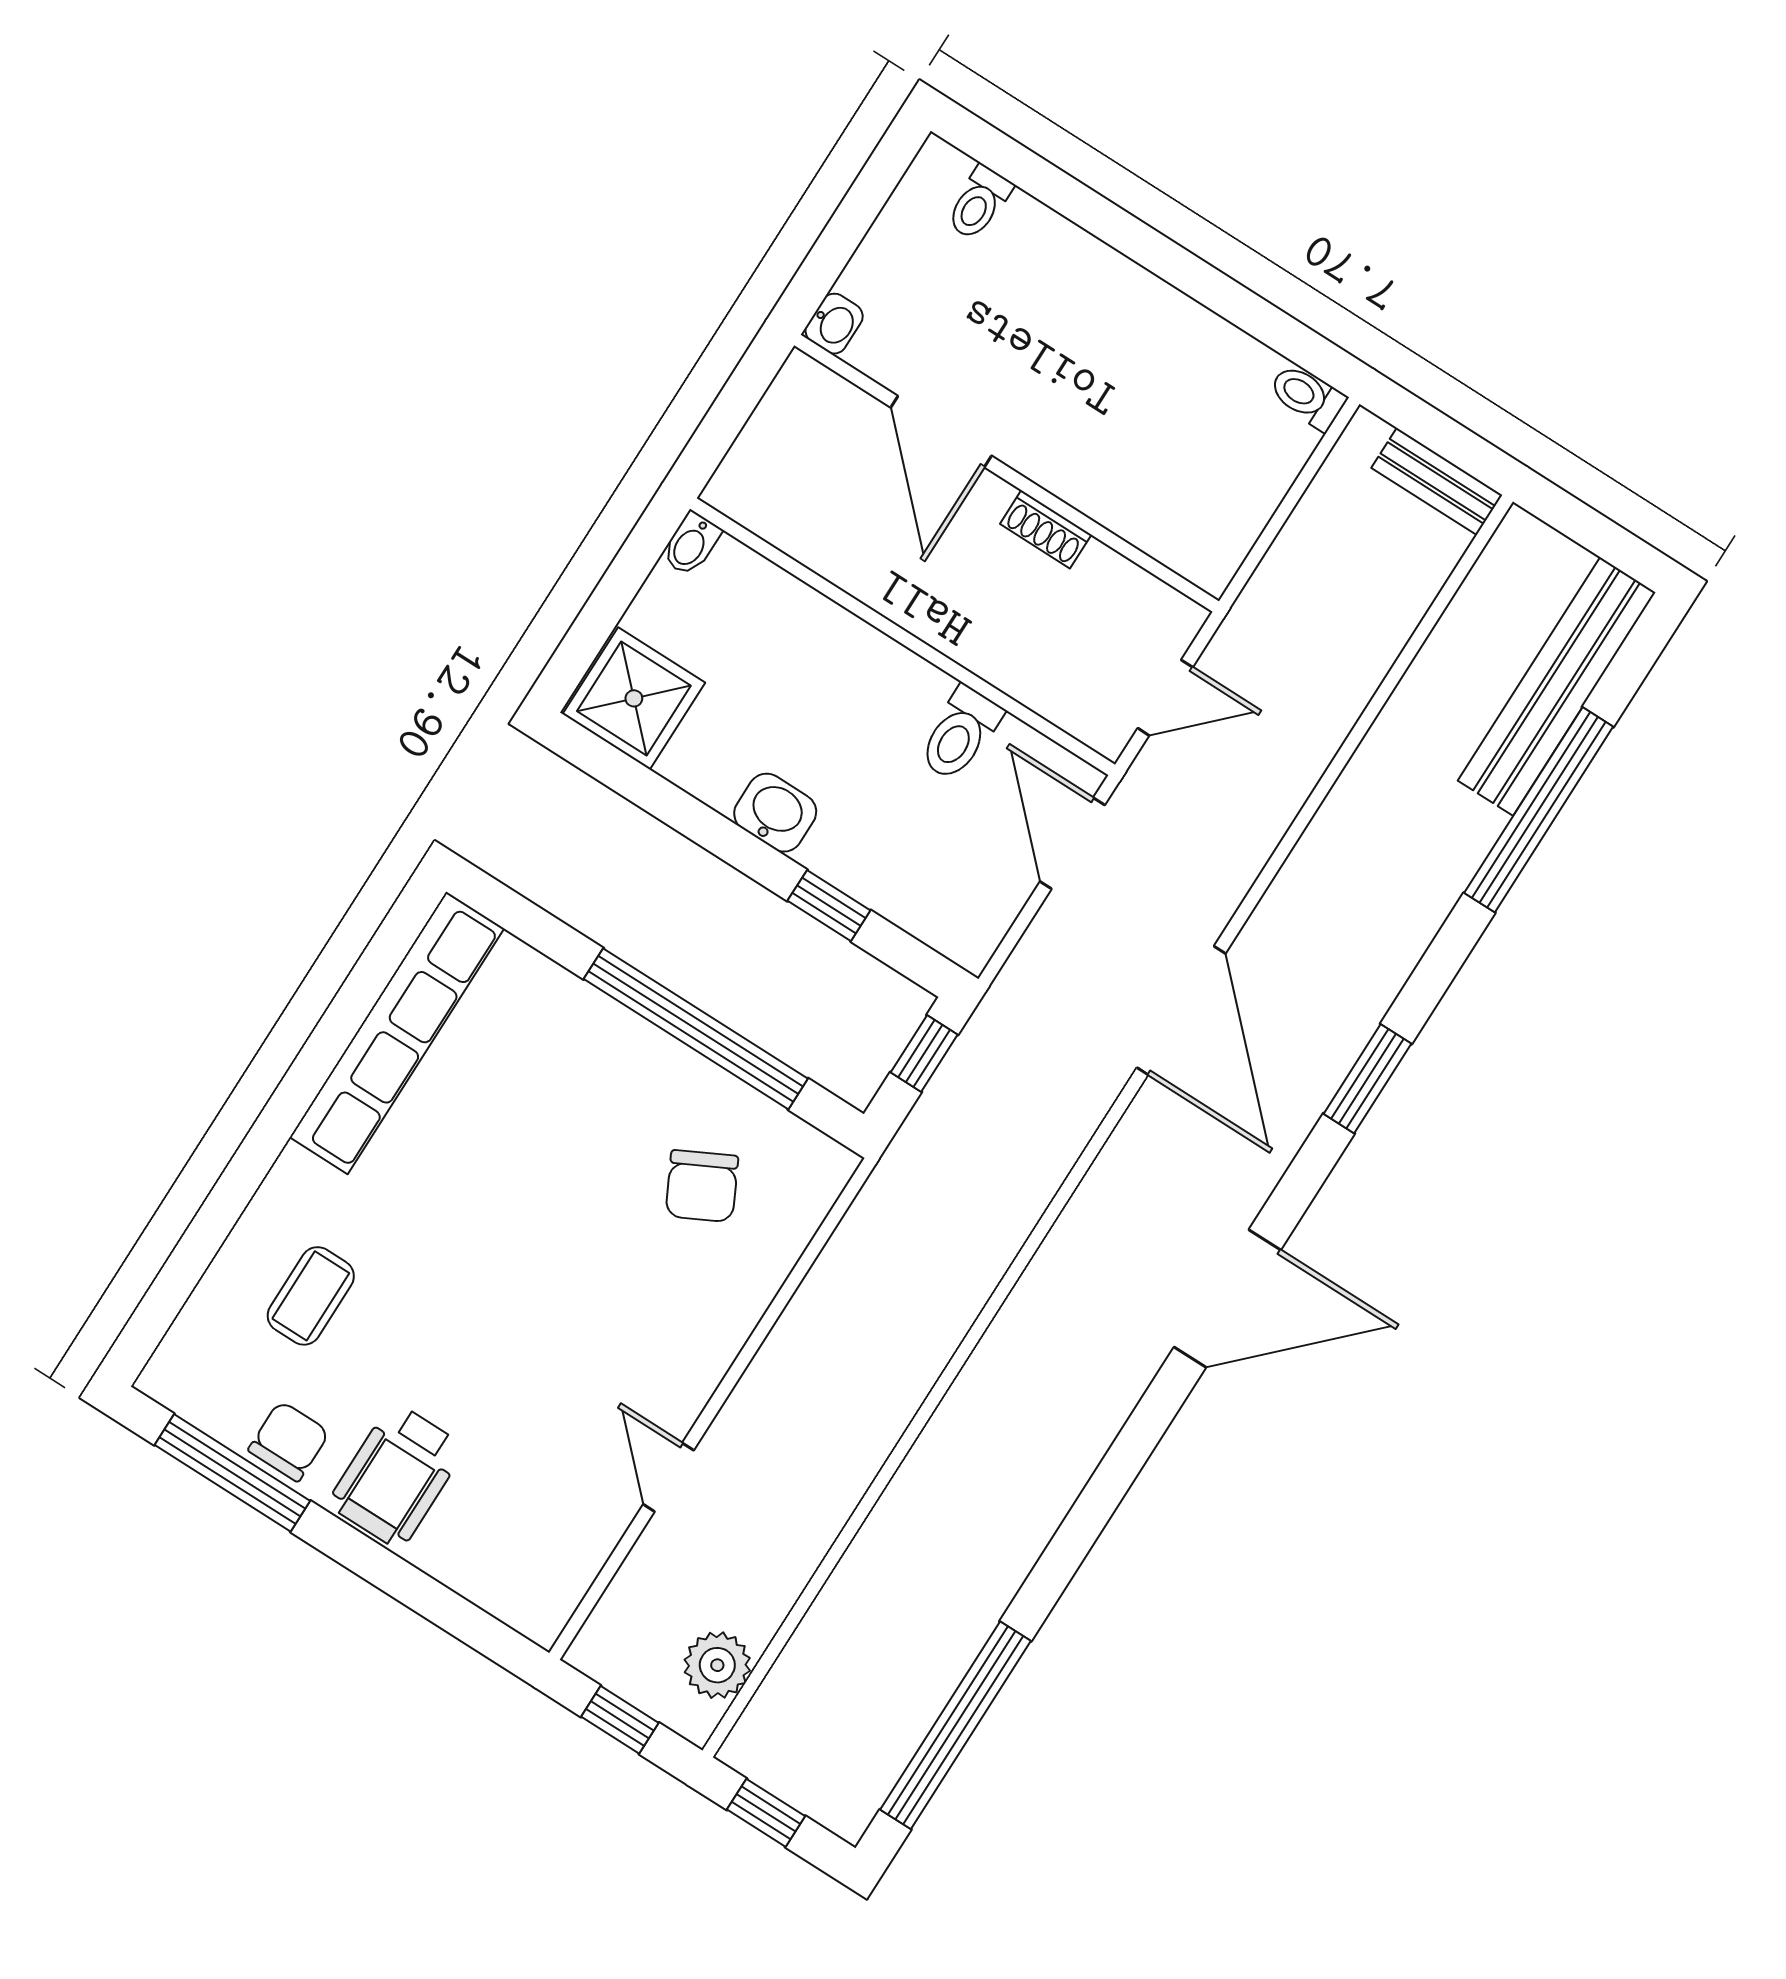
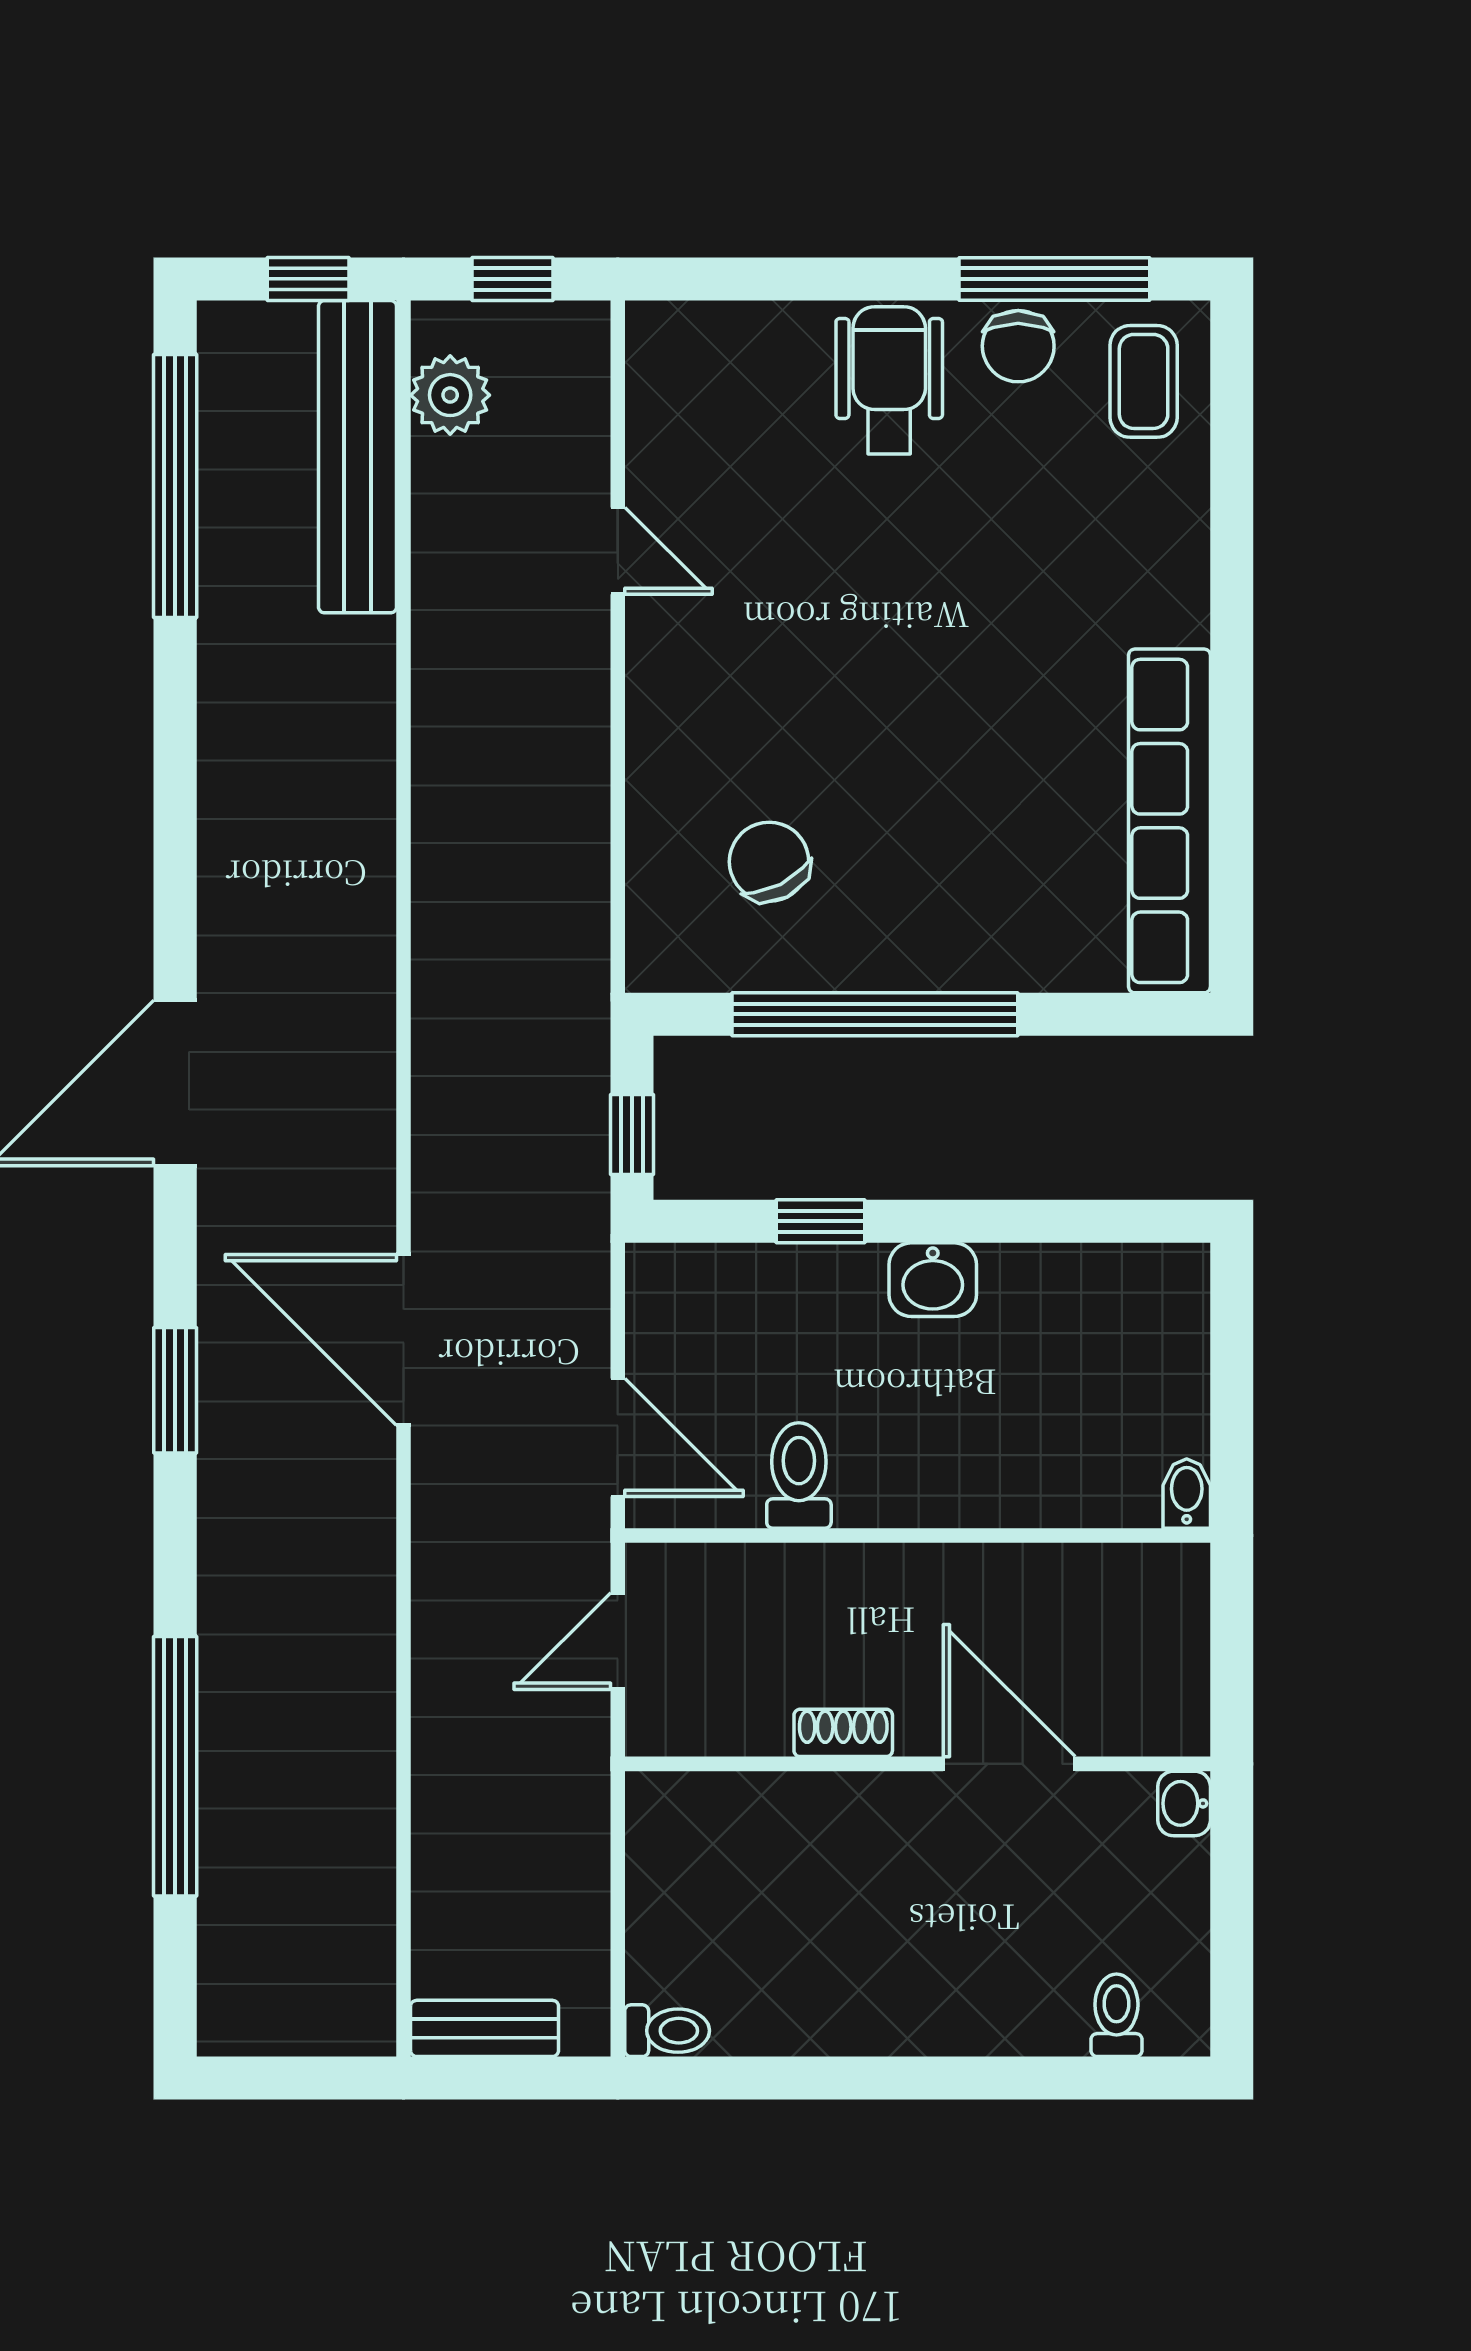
bench: (1557, 687) -> (358, 457), moved
shower: (634, 698) -> (1146, 1304), removed
coffee table: (311, 1296) -> (1144, 381), moved

